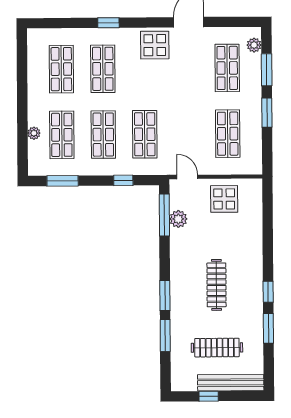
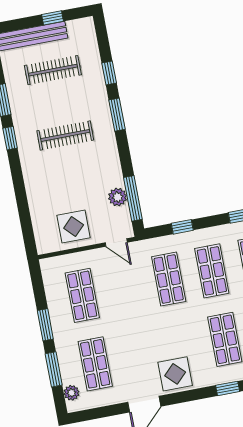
clothes rail: (217, 285) -> (65, 135), turned 90
window: (165, 335) -> (109, 73), width x0.67

